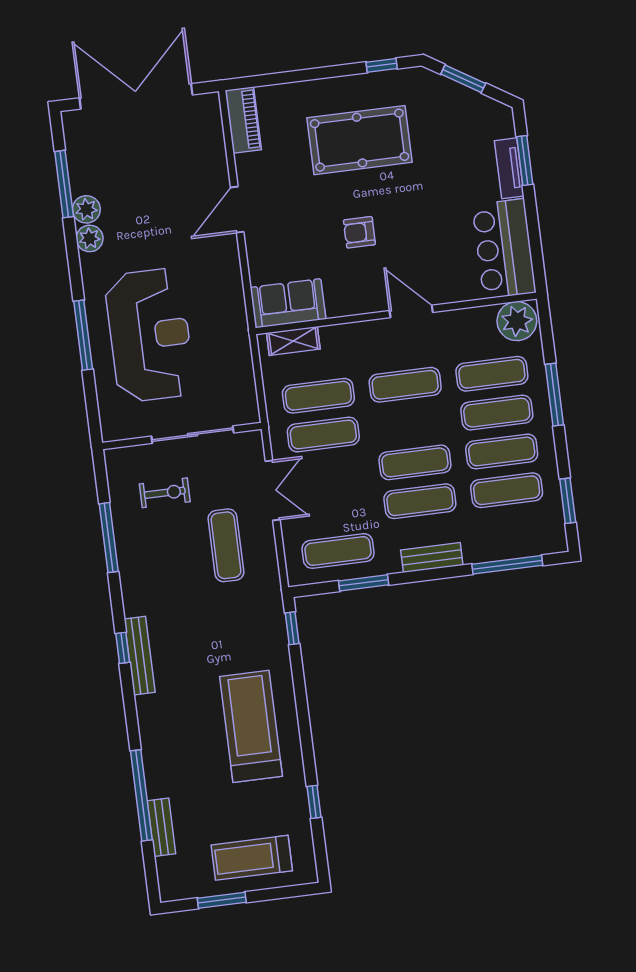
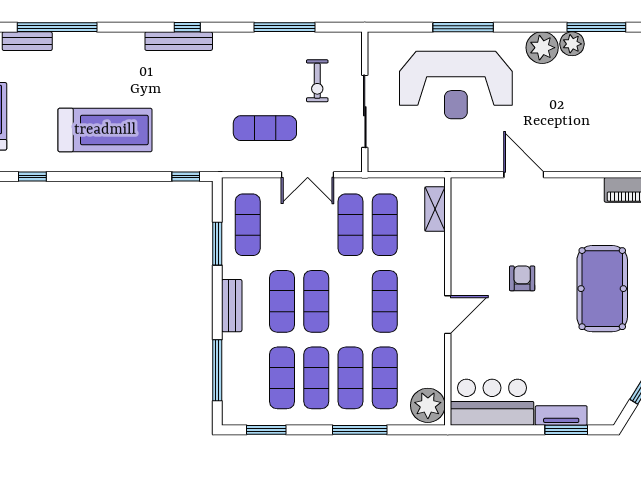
door: (237, 210) -> (524, 175), moved
plant: (90, 238) -> (542, 48), width x1.36, depth x1.36
sofa: (288, 303) -> (468, 209), removed

